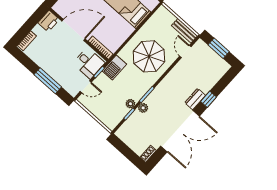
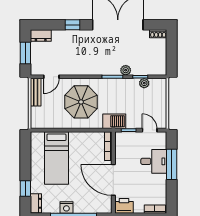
desk: (89, 63) -> (154, 161), moved, turned 90
dresser: (195, 99) -> (41, 36), moved
plant: (130, 104) -> (144, 83), moved

